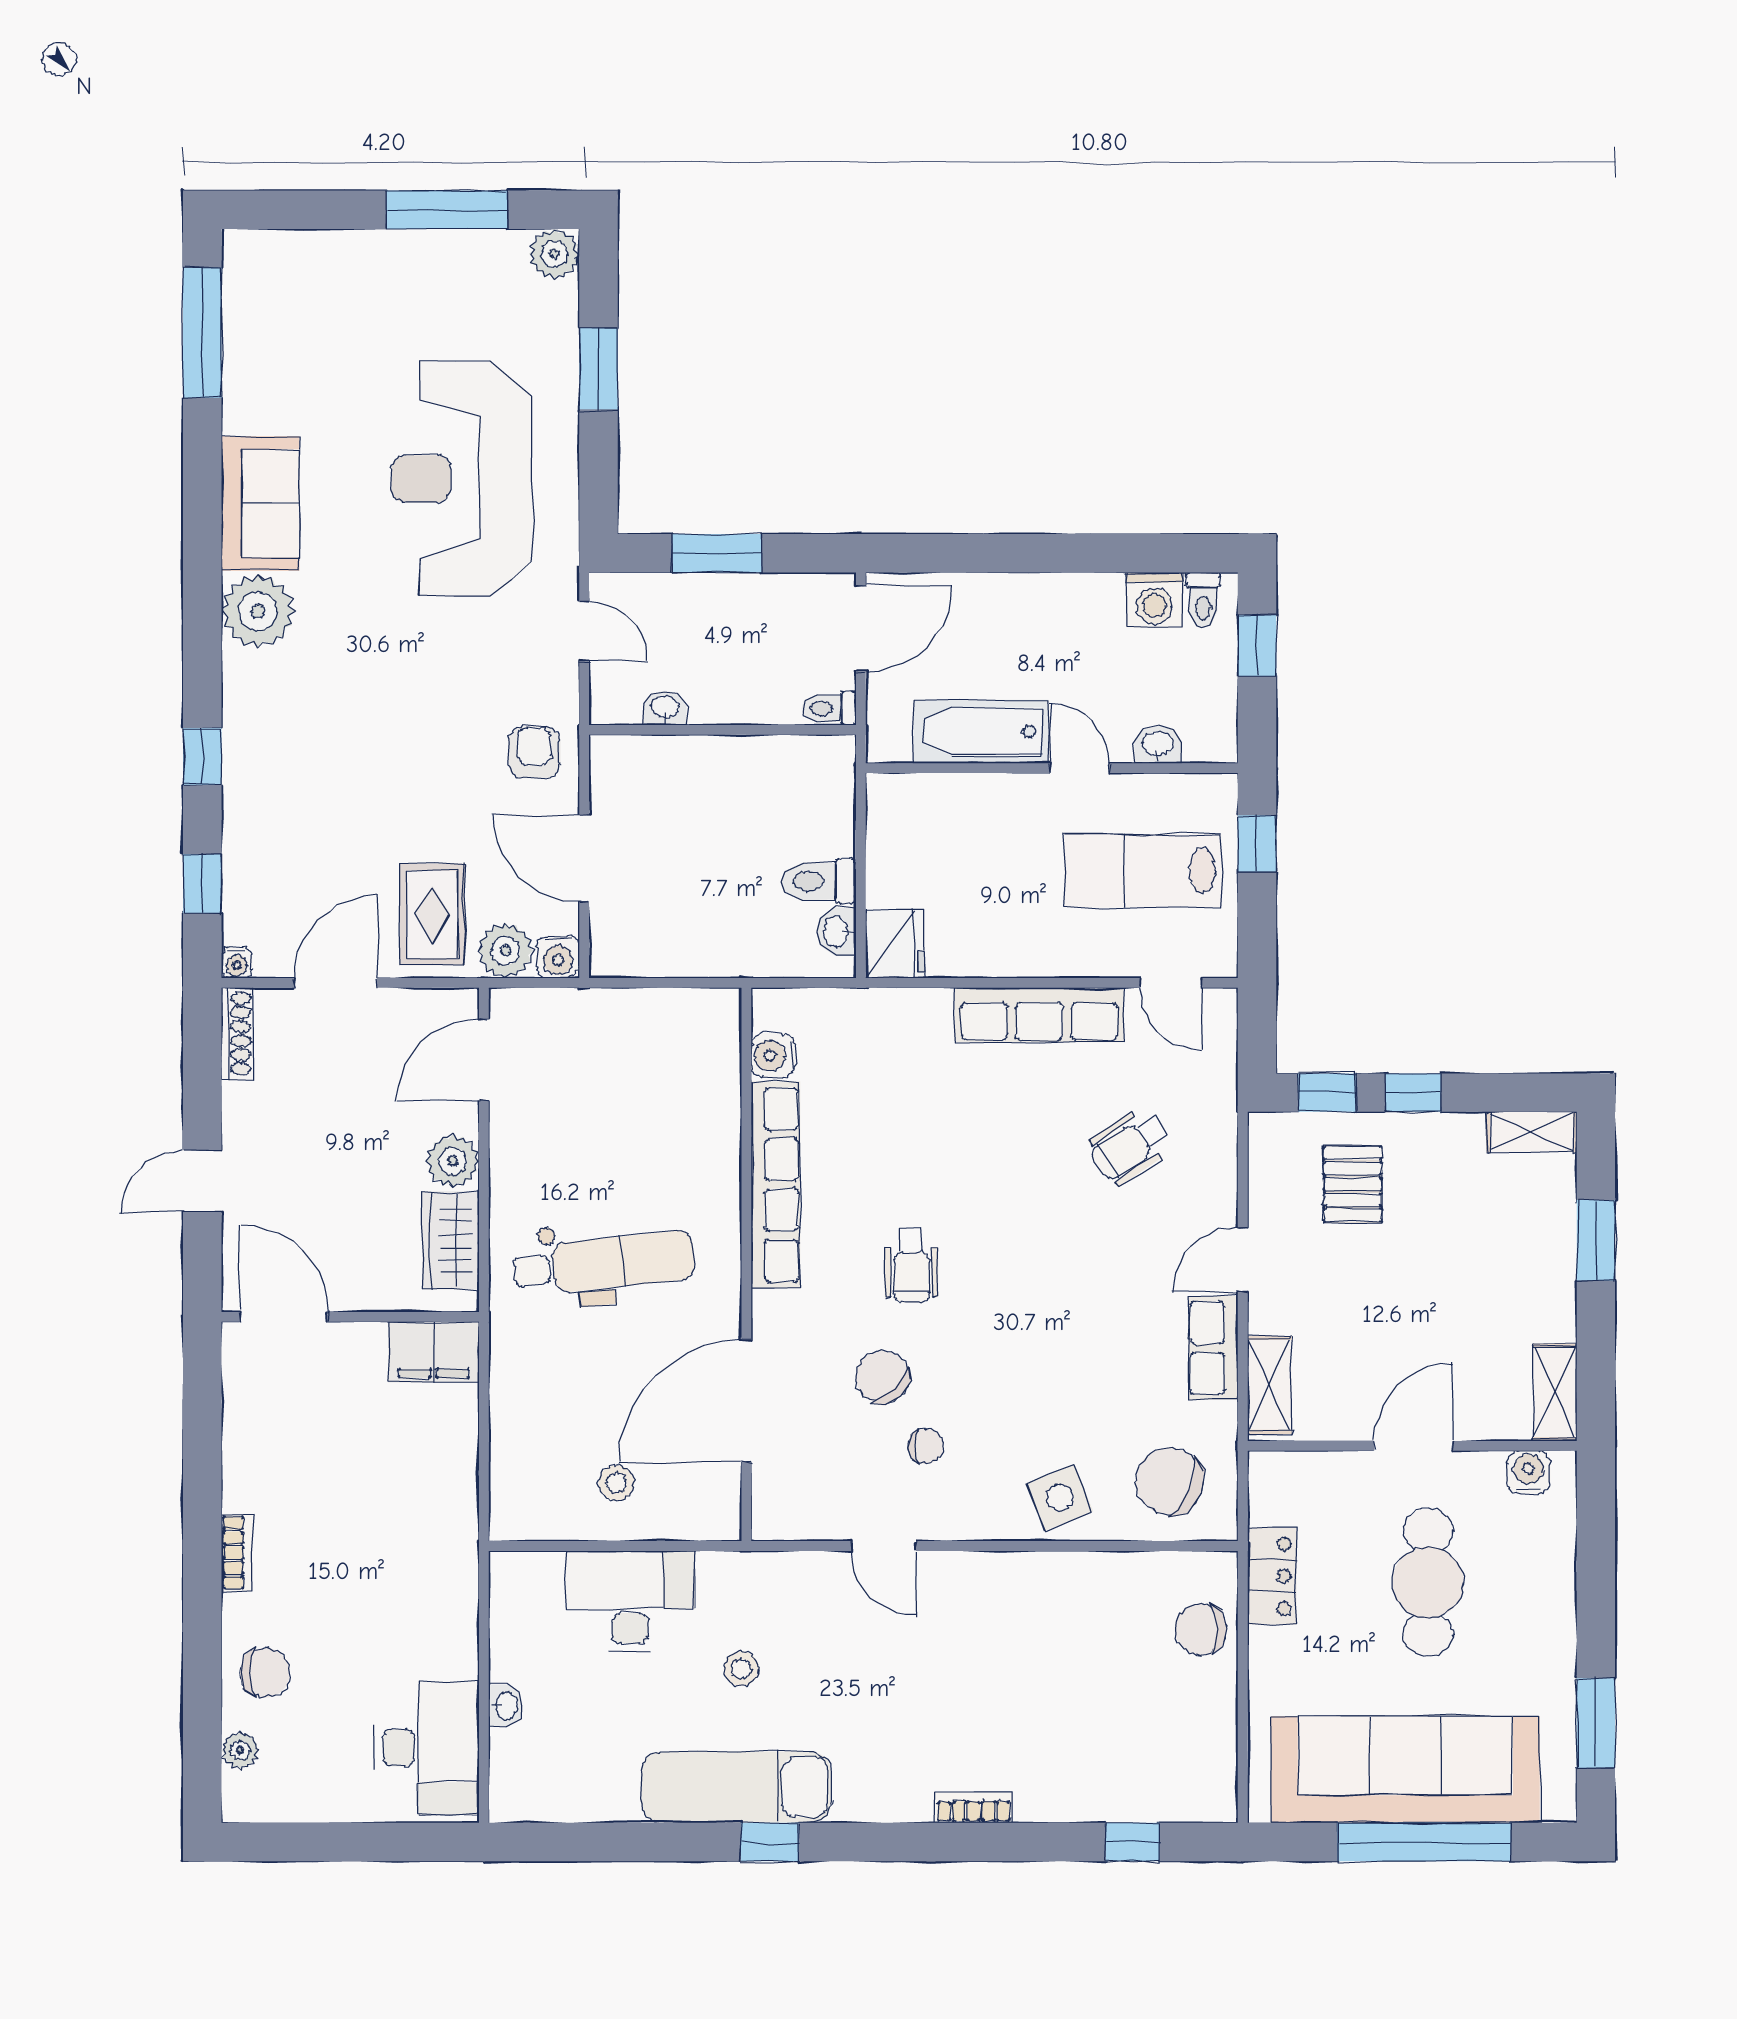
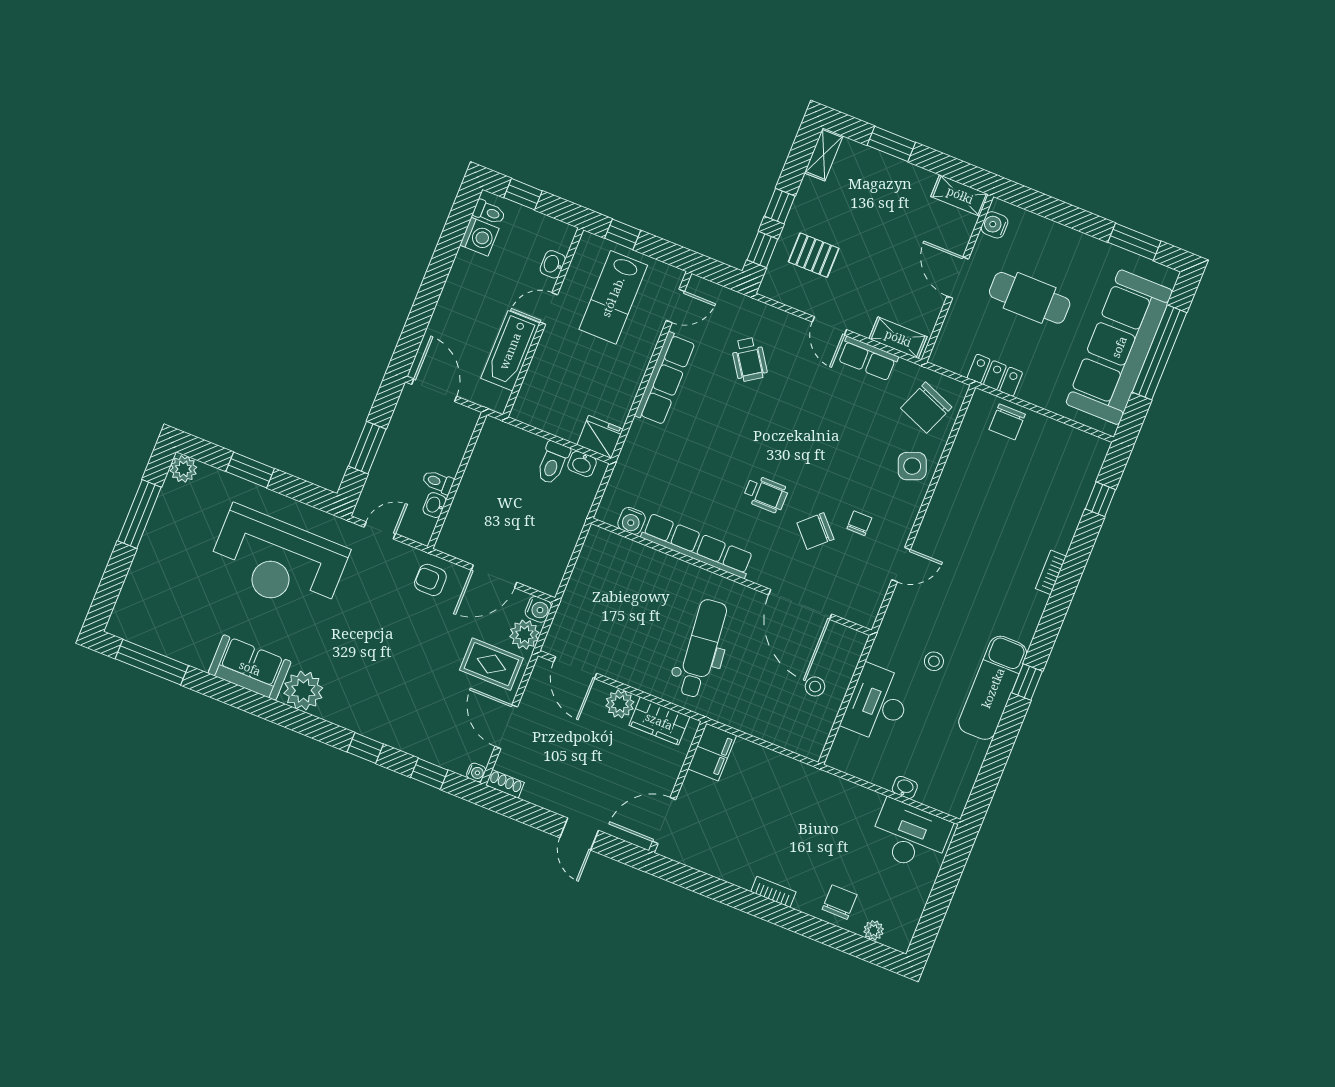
toilet: (829, 708) -> (438, 482), moved, turned 90
shoe rack: (237, 1034) -> (505, 784), width x0.70

